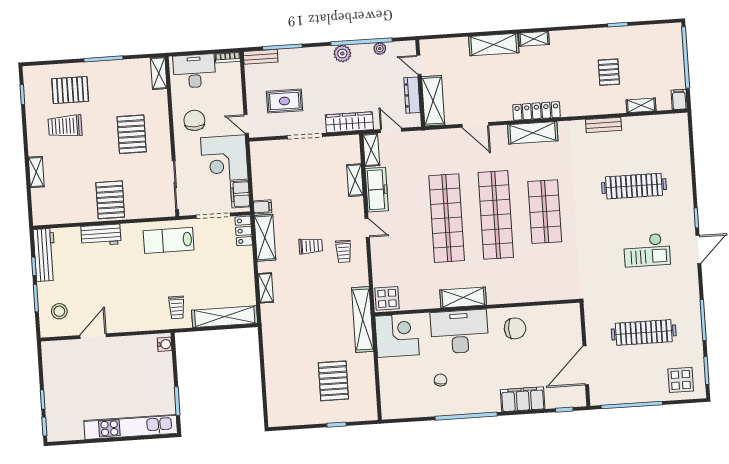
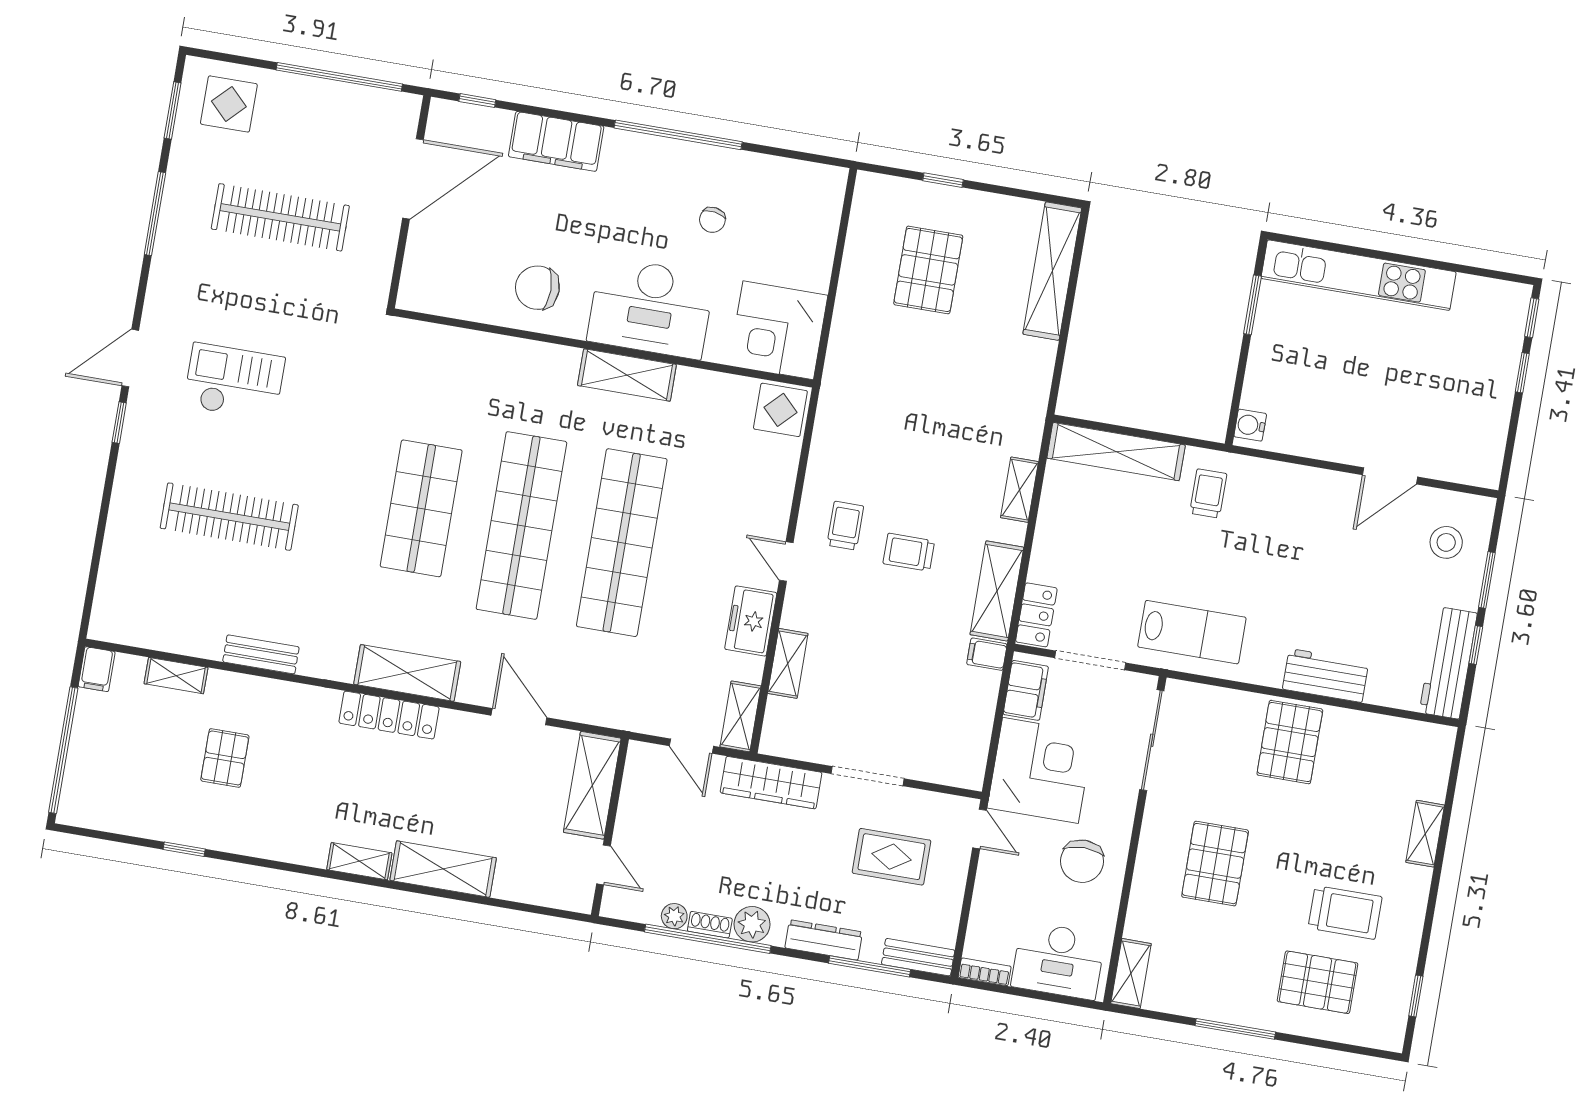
shoe rack: (362, 49) -> (710, 925), added
dresser: (412, 95) -> (824, 940), moved, turned -90
freezer: (377, 190) -> (751, 621), width x0.71
shelving: (363, 319) -> (1052, 271), moved

